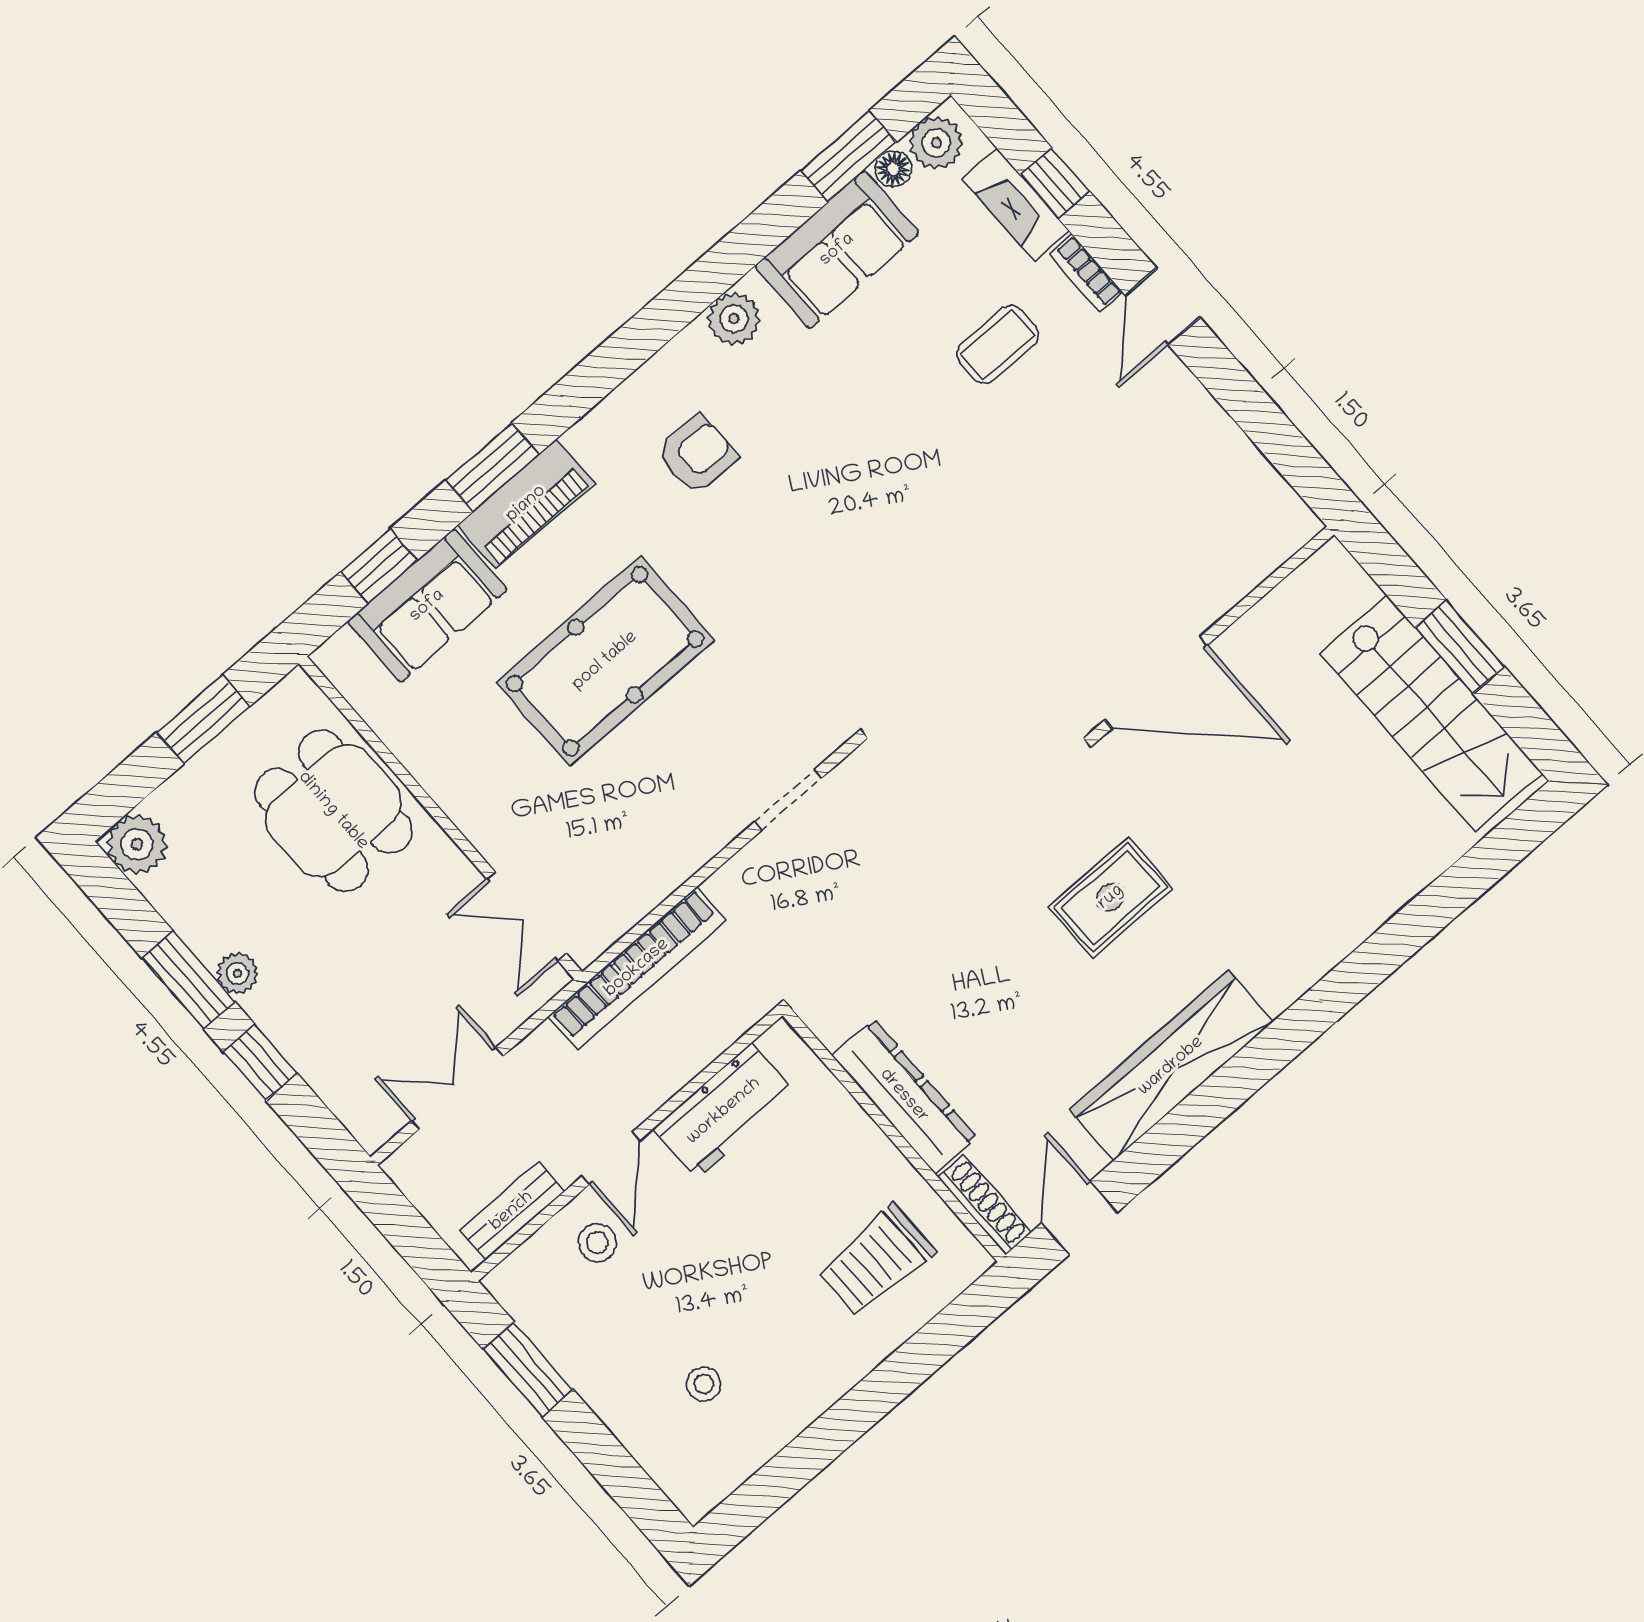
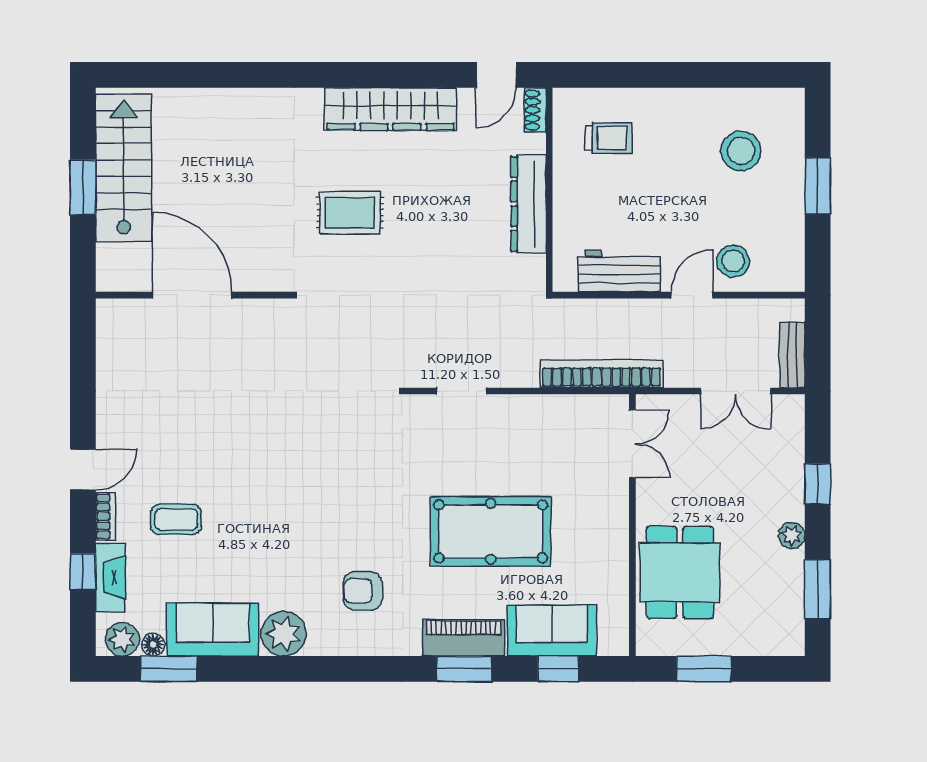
plant: (734, 319) -> (284, 634), width x1.36, depth x1.36
door: (1156, 683) -> (192, 295), moved
plant: (137, 844) -> (786, 637), removed
window: (188, 980) -> (818, 589), moved
shoe rack: (985, 1205) -> (535, 110), width x0.70
bench: (512, 1211) -> (792, 355), moved, turned 90
stool: (597, 1243) -> (733, 261), width x1.37, depth x1.37
trolley: (876, 1261) -> (609, 138), width x0.73, depth x0.72
window: (528, 1369) -> (818, 186), moved
stool: (704, 1384) -> (741, 151), width x1.89, depth x1.89

